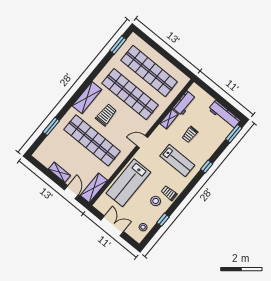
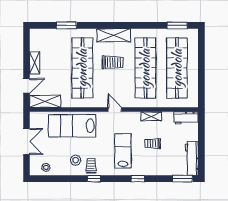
workbench: (184, 103) -> (186, 118), moved
lab bench: (177, 161) -> (123, 151), turned 180
window: (163, 220) -> (94, 179), moved

